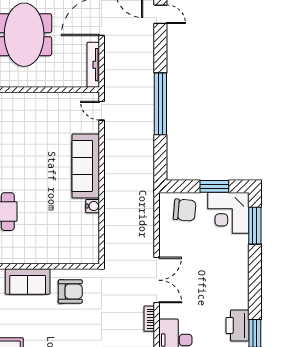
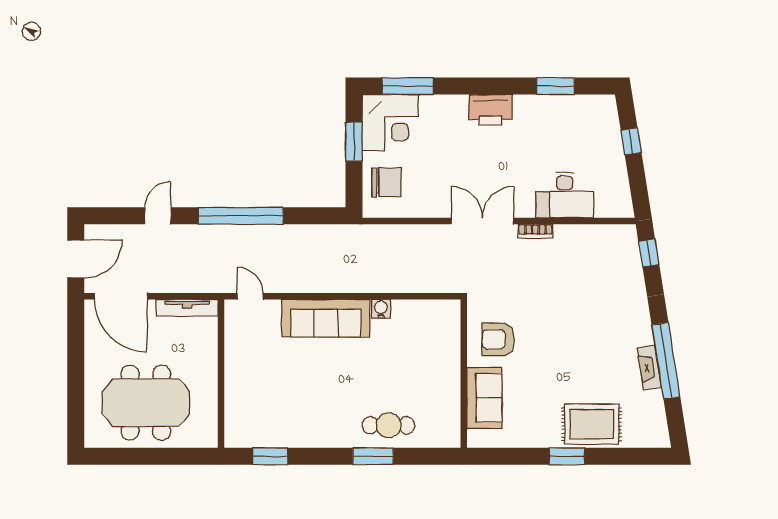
door: (160, 14) -> (158, 216), moved
door: (102, 111) -> (250, 296), swing flipped
chair: (185, 210) -> (386, 182), turned 85
armchair: (70, 291) -> (498, 339), turned -90
printer: (238, 325) -> (491, 110), moved

